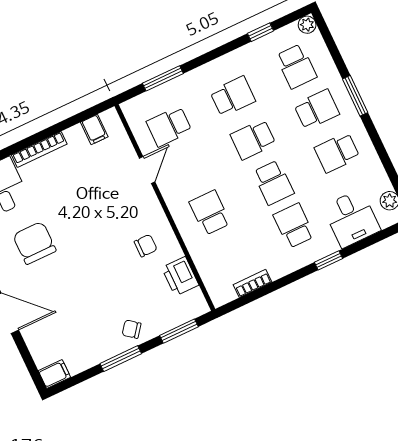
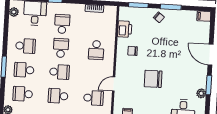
school desk: (296, 66) -> (23, 94), turned -90
school desk: (294, 226) -> (62, 24), turned 180
chair: (34, 243) -> (153, 79), moved, turned 90

